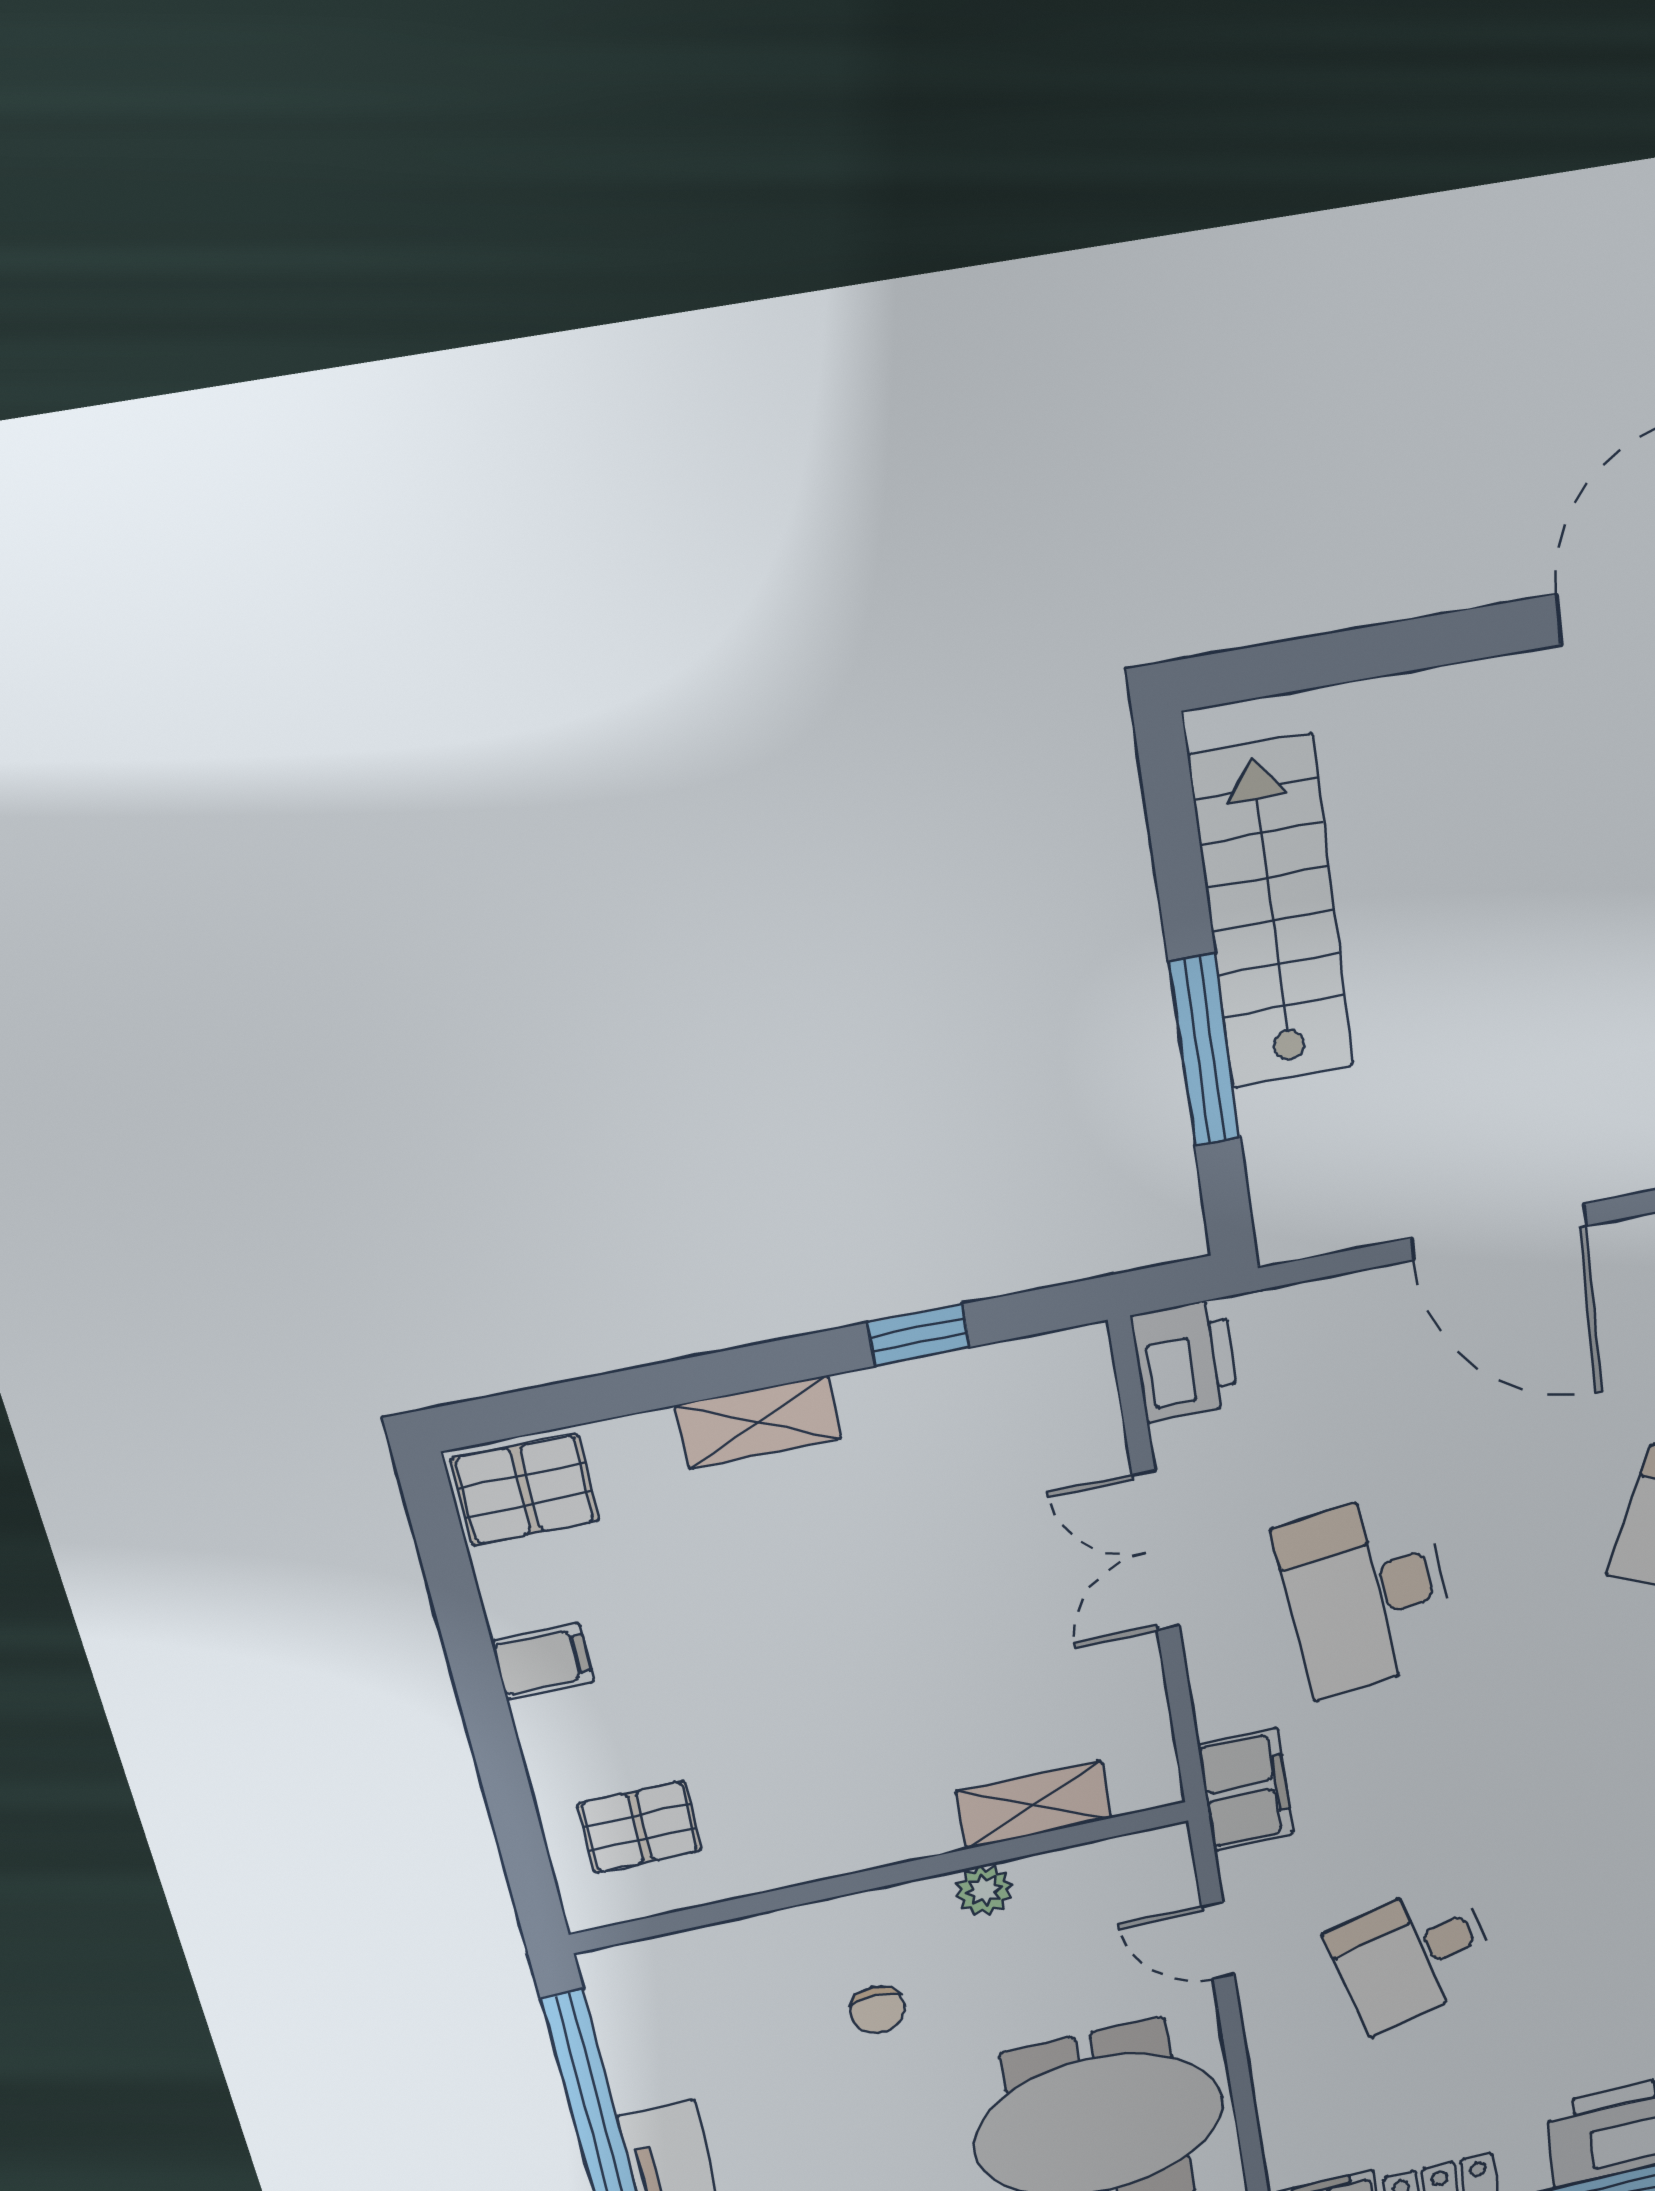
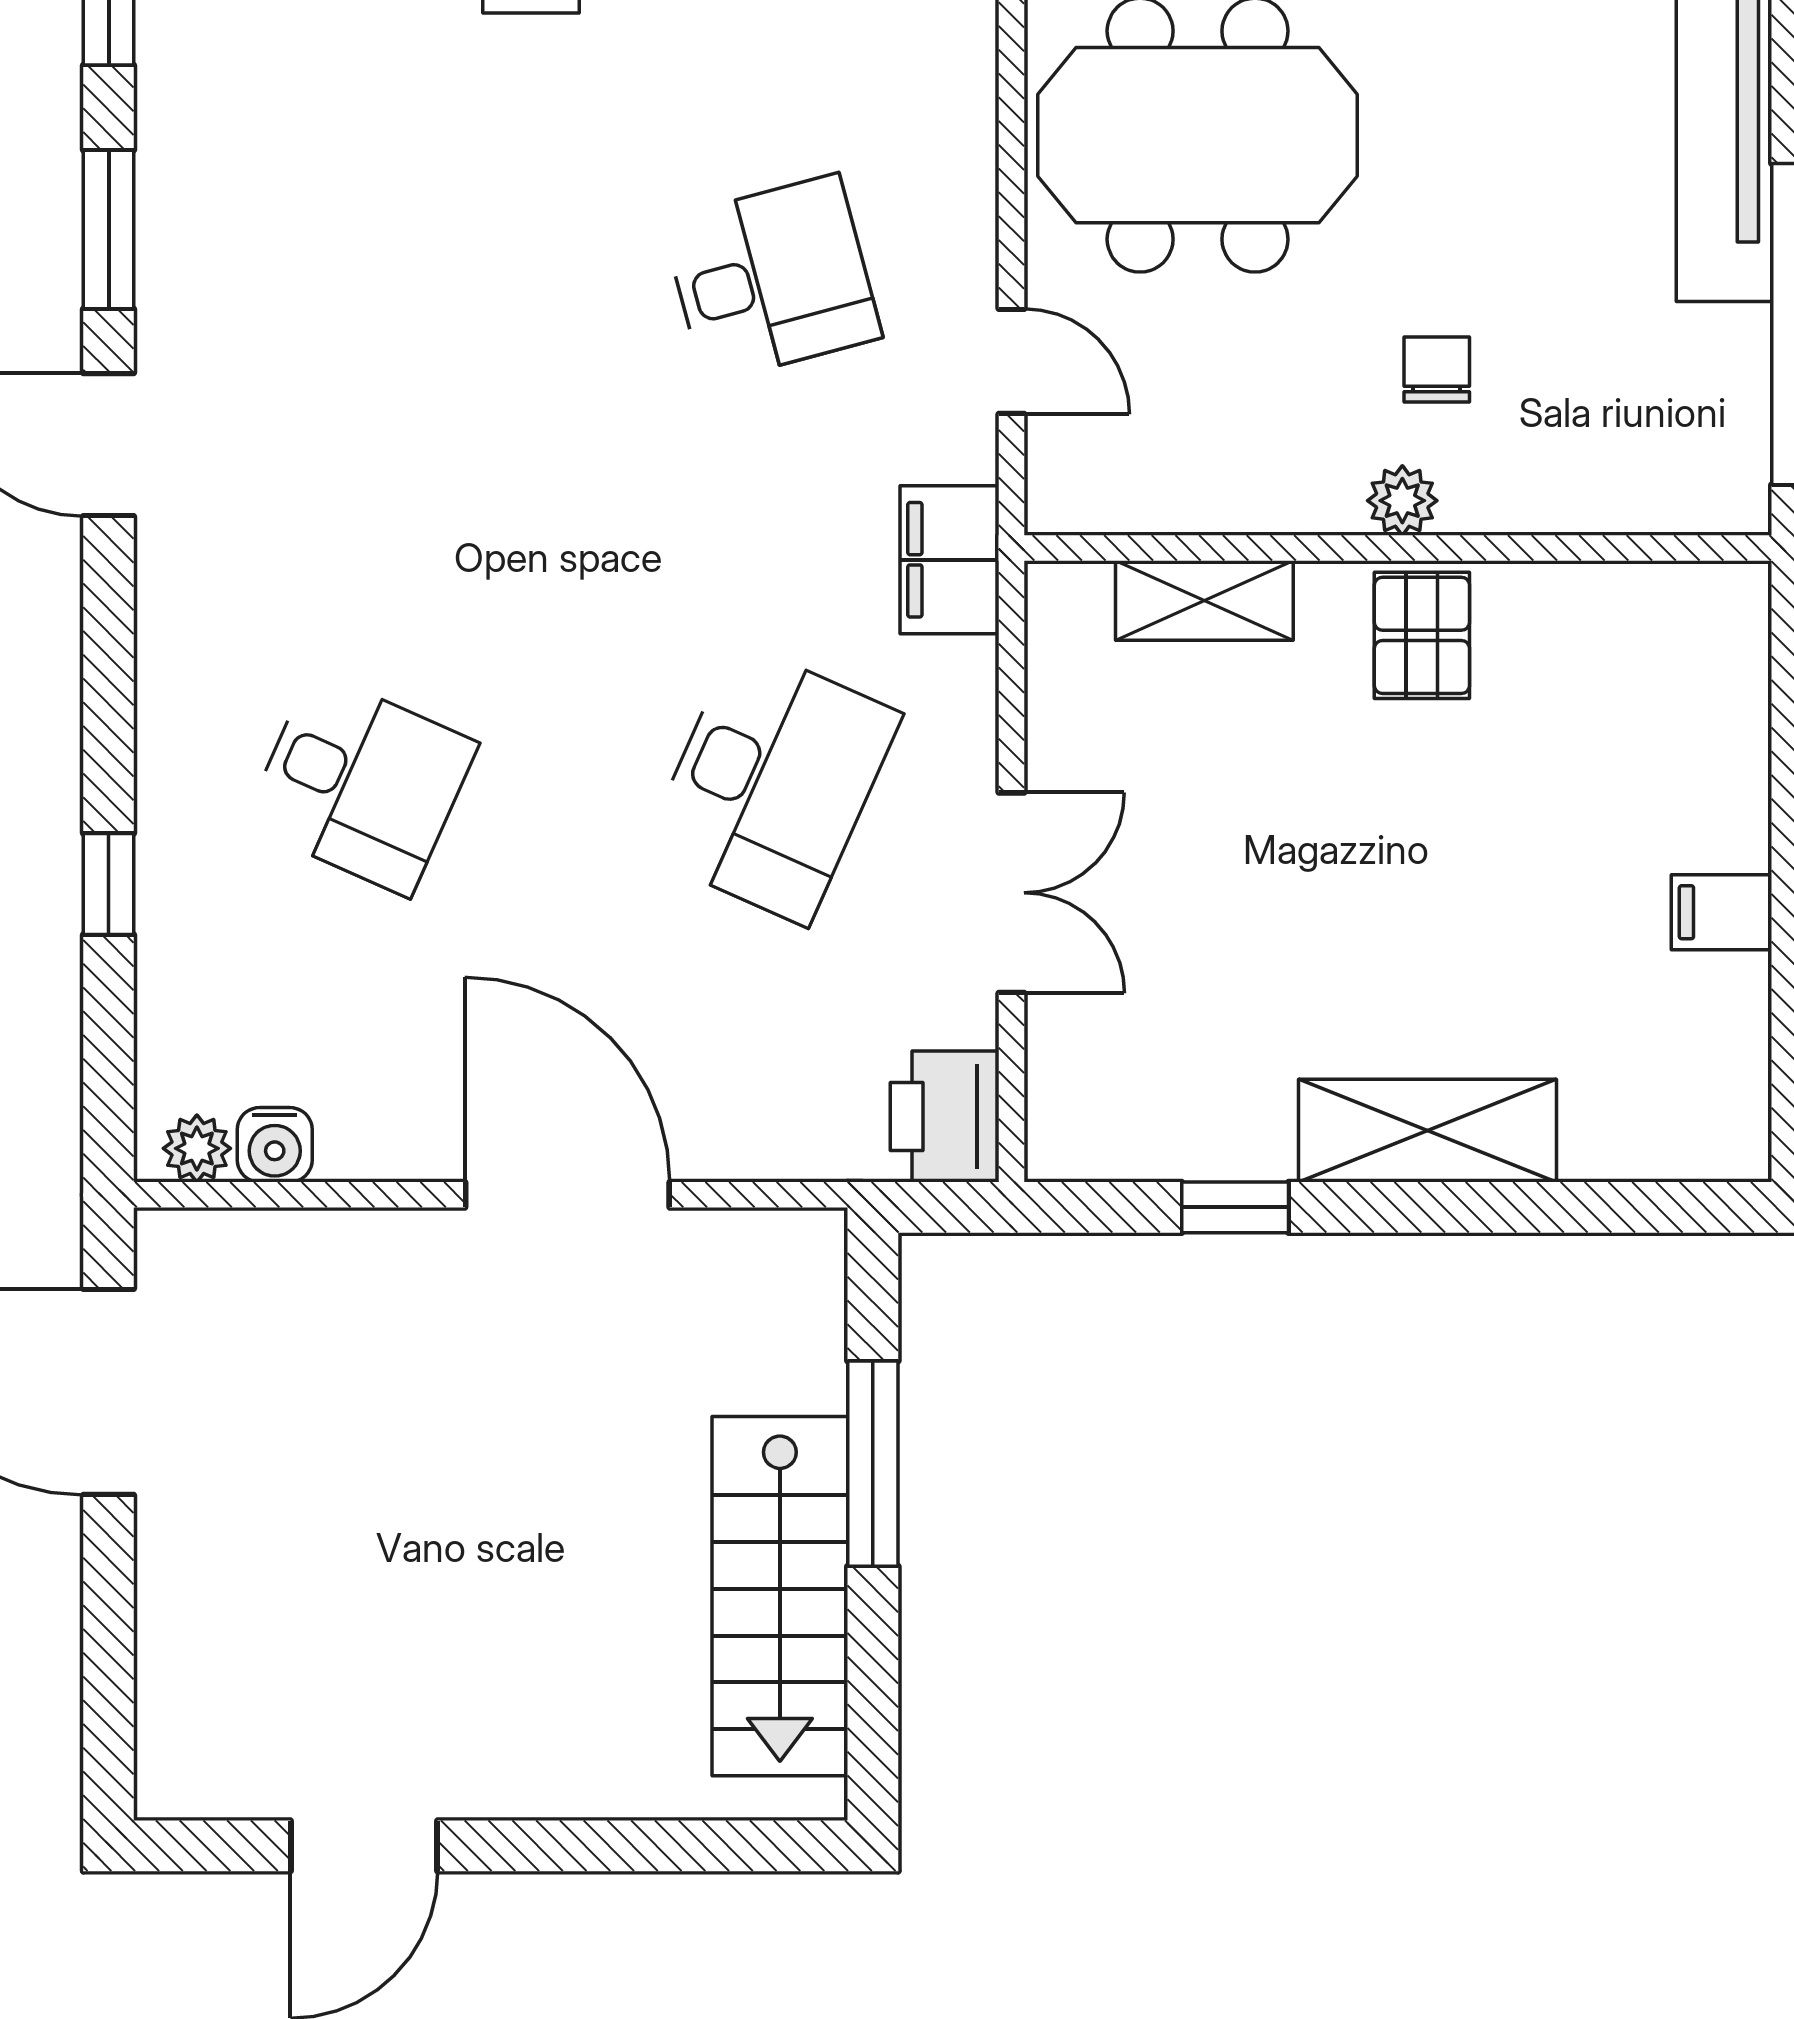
shelving: (759, 1422) -> (1428, 1131), width x1.50, depth x1.33
pallet: (525, 1490) -> (1694, 1119), removed
desk: (1366, 1594) -> (772, 784), turned 30
pallet: (640, 1827) -> (1422, 635), moved, turned 90
plant: (984, 1890) -> (1402, 501), moved

